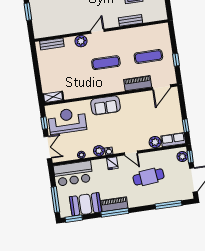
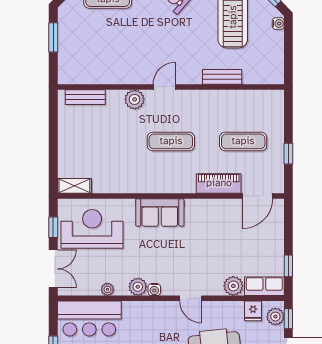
fridge: (112, 163) -> (253, 311), moved

